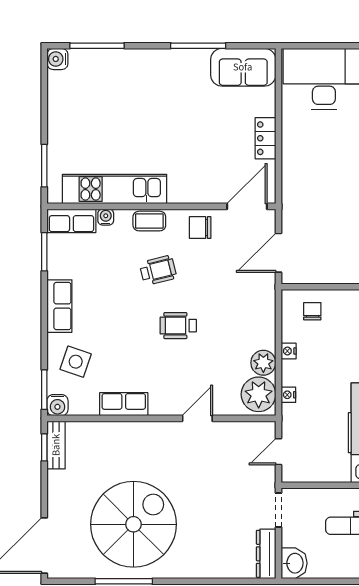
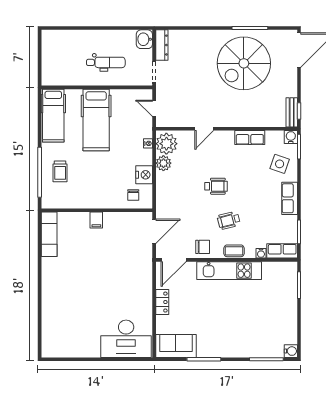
kitchen unit: (115, 189) -> (229, 271), moved
nightstand: (289, 351) -> (144, 175), width x1.89, depth x1.79
door: (278, 452) -> (154, 108), swing flipped

